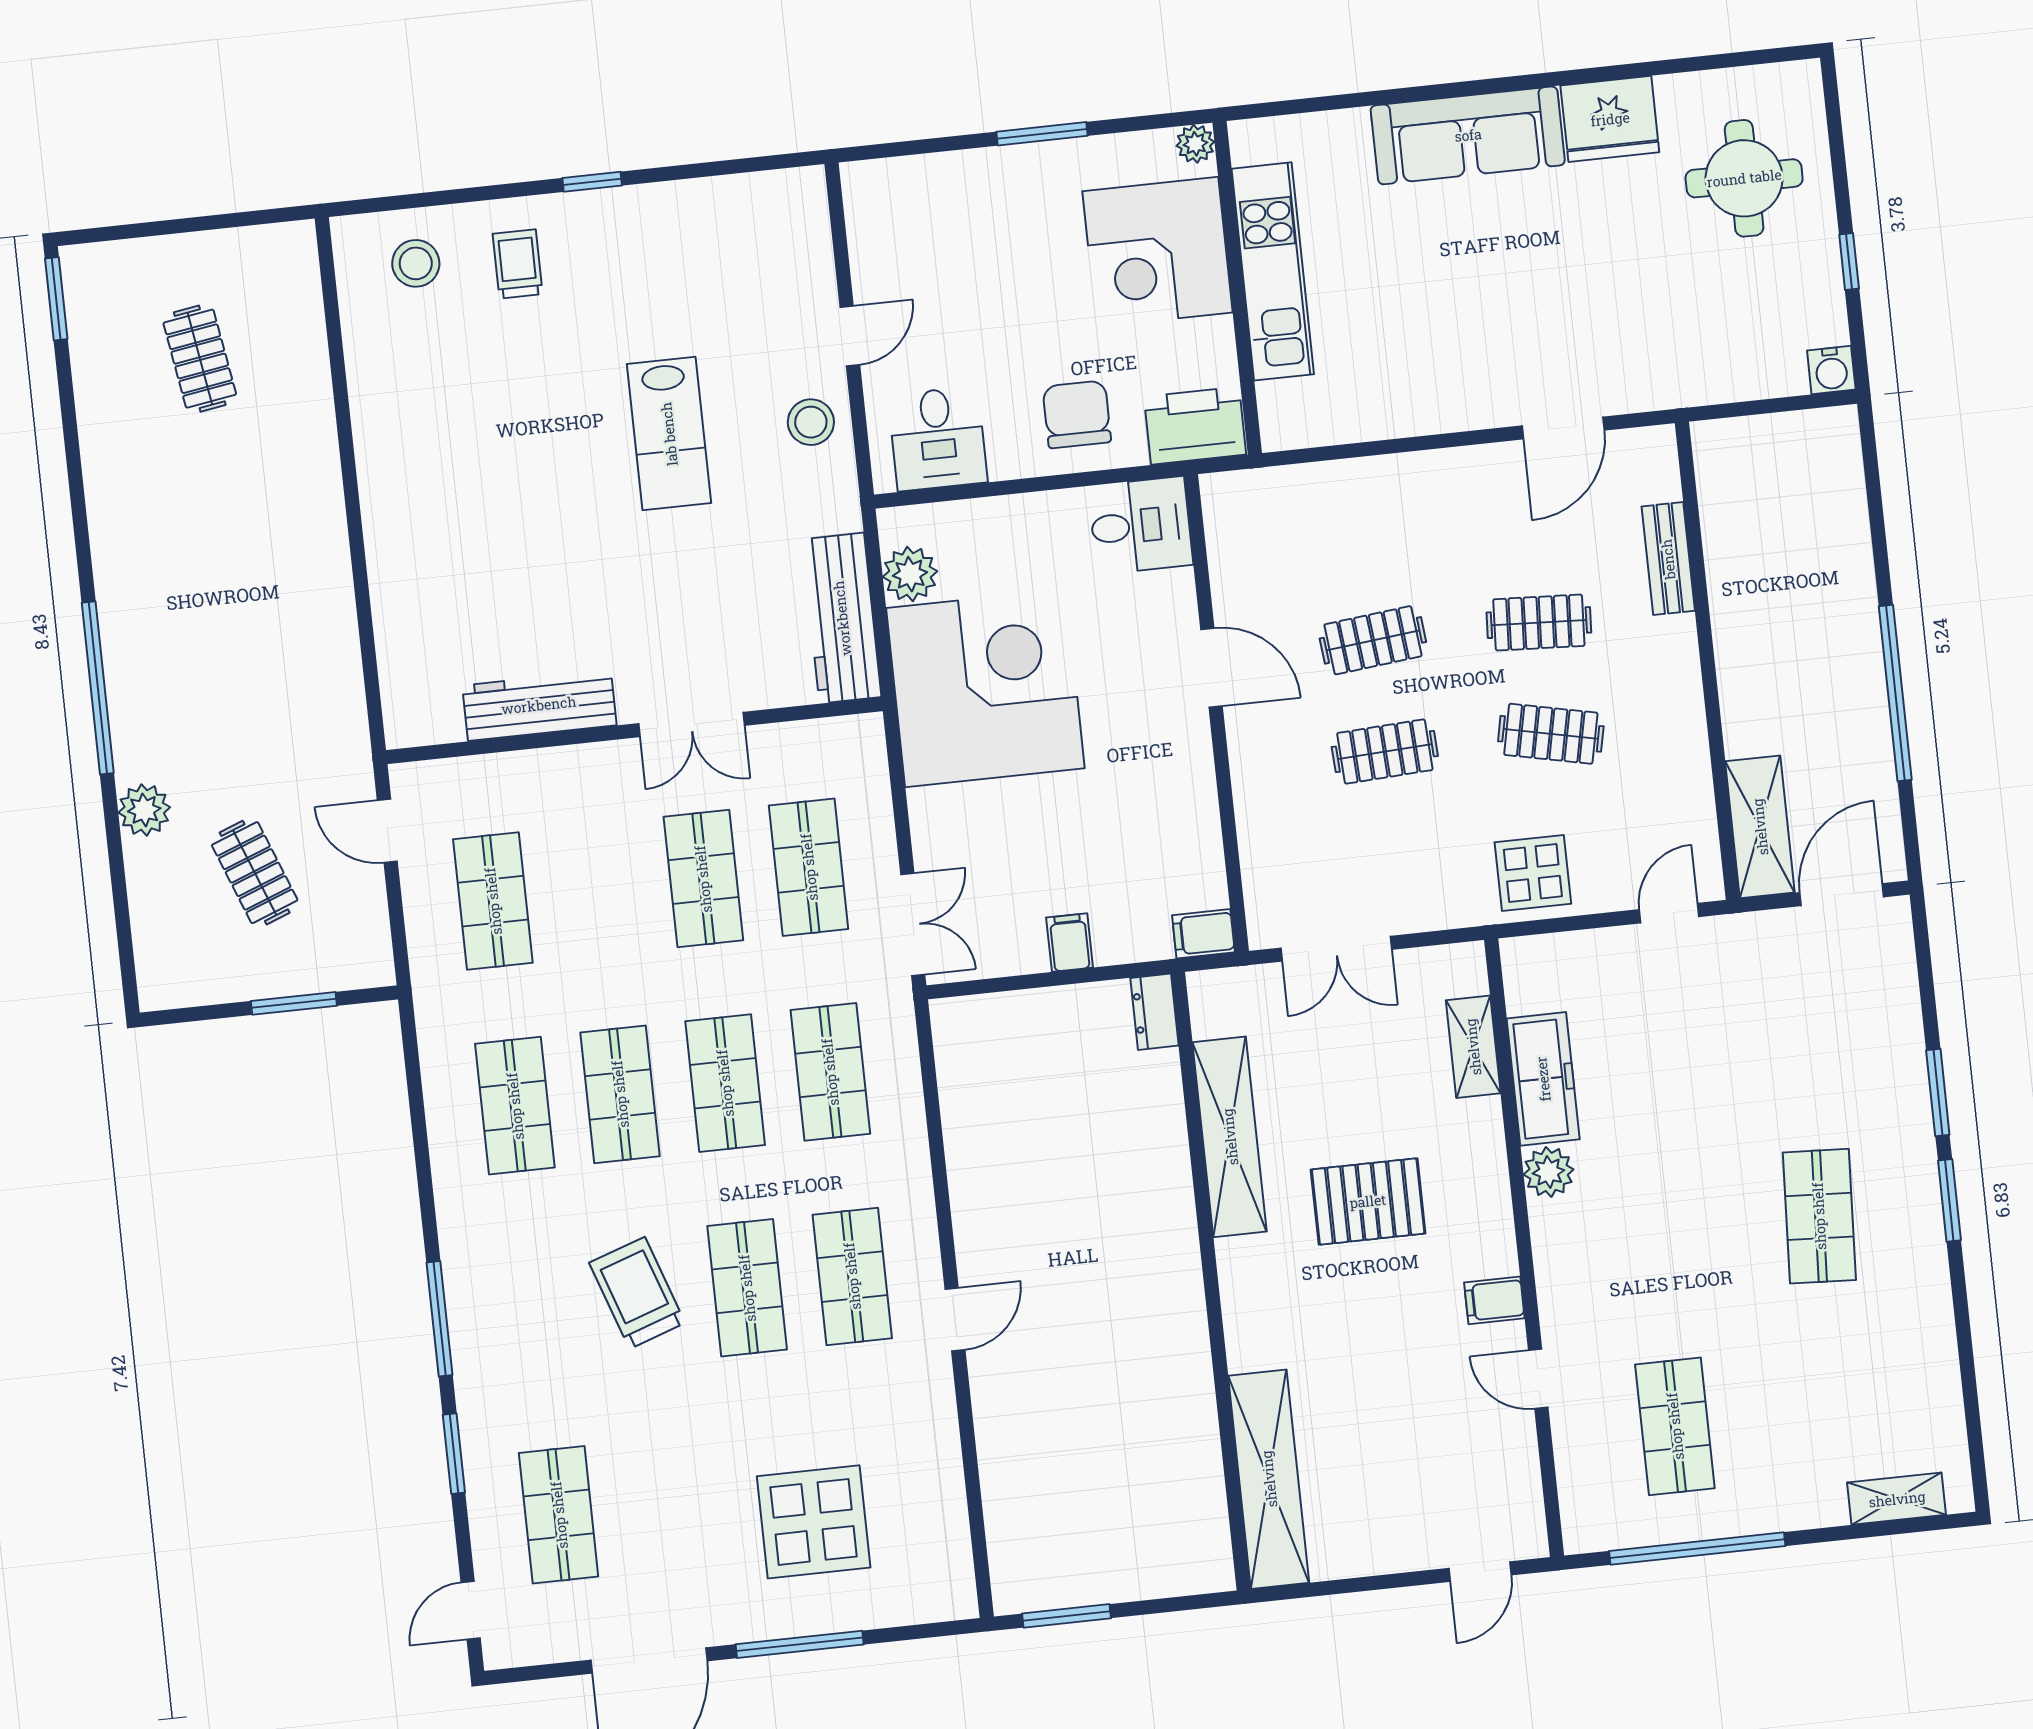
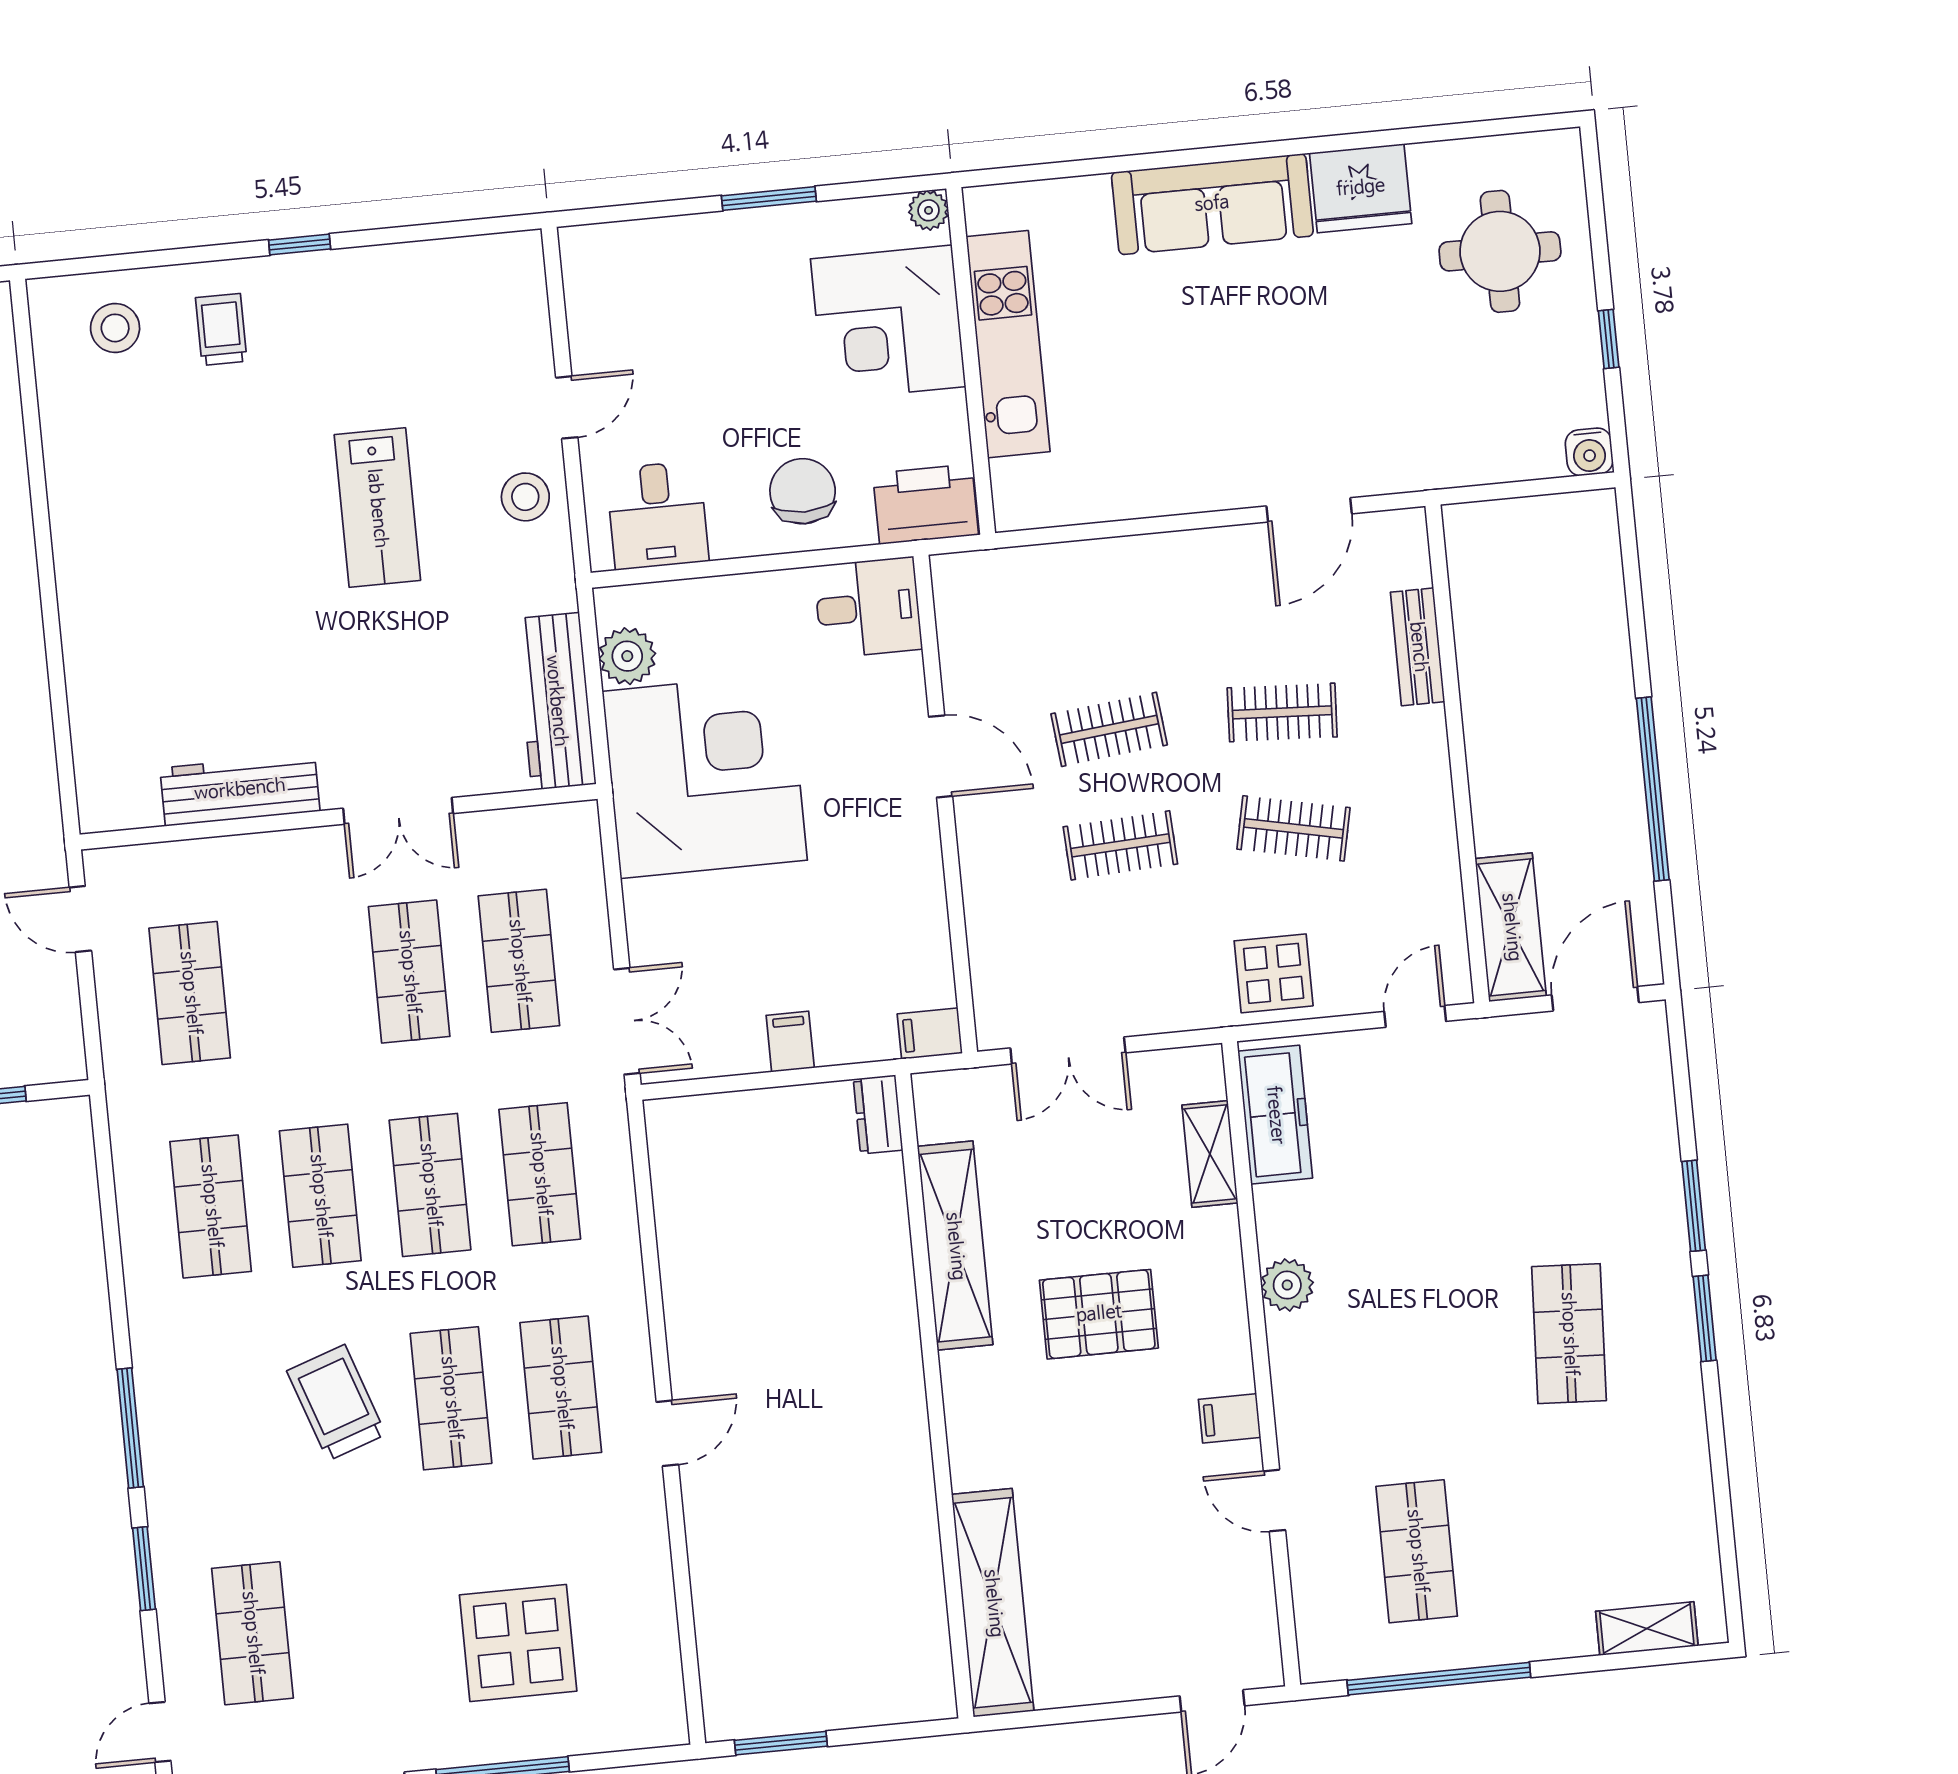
freezer: (1543, 1079) -> (1275, 1115), moved

